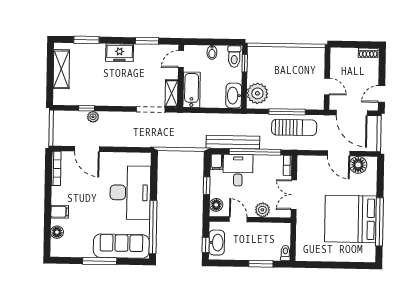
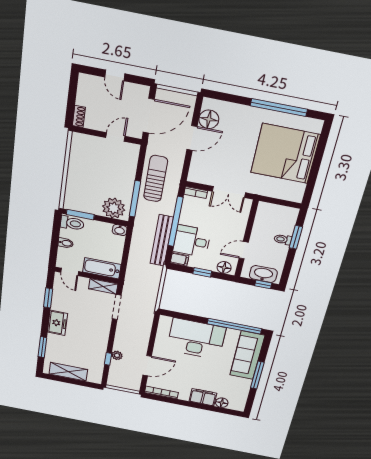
shoe rack: (368, 53) -> (79, 116), moved
window: (245, 63) -> (80, 215), width x1.50
door: (382, 94) -> (115, 75), moved
washbasin: (234, 96) -> (120, 230), width x0.52, depth x0.69
window: (287, 112) -> (135, 199), moved
plant: (262, 210) -> (239, 226), removed
filing cabinet: (60, 212) -> (203, 397), width x2.00
bed: (351, 219) -> (285, 154), moved, turned 90
toilet: (285, 253) -> (283, 239), moved

